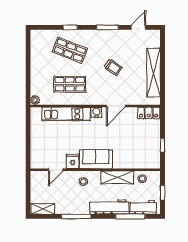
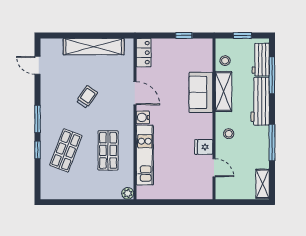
window: (107, 27) -> (38, 119), moved
sofa: (96, 159) -> (201, 92), moved

